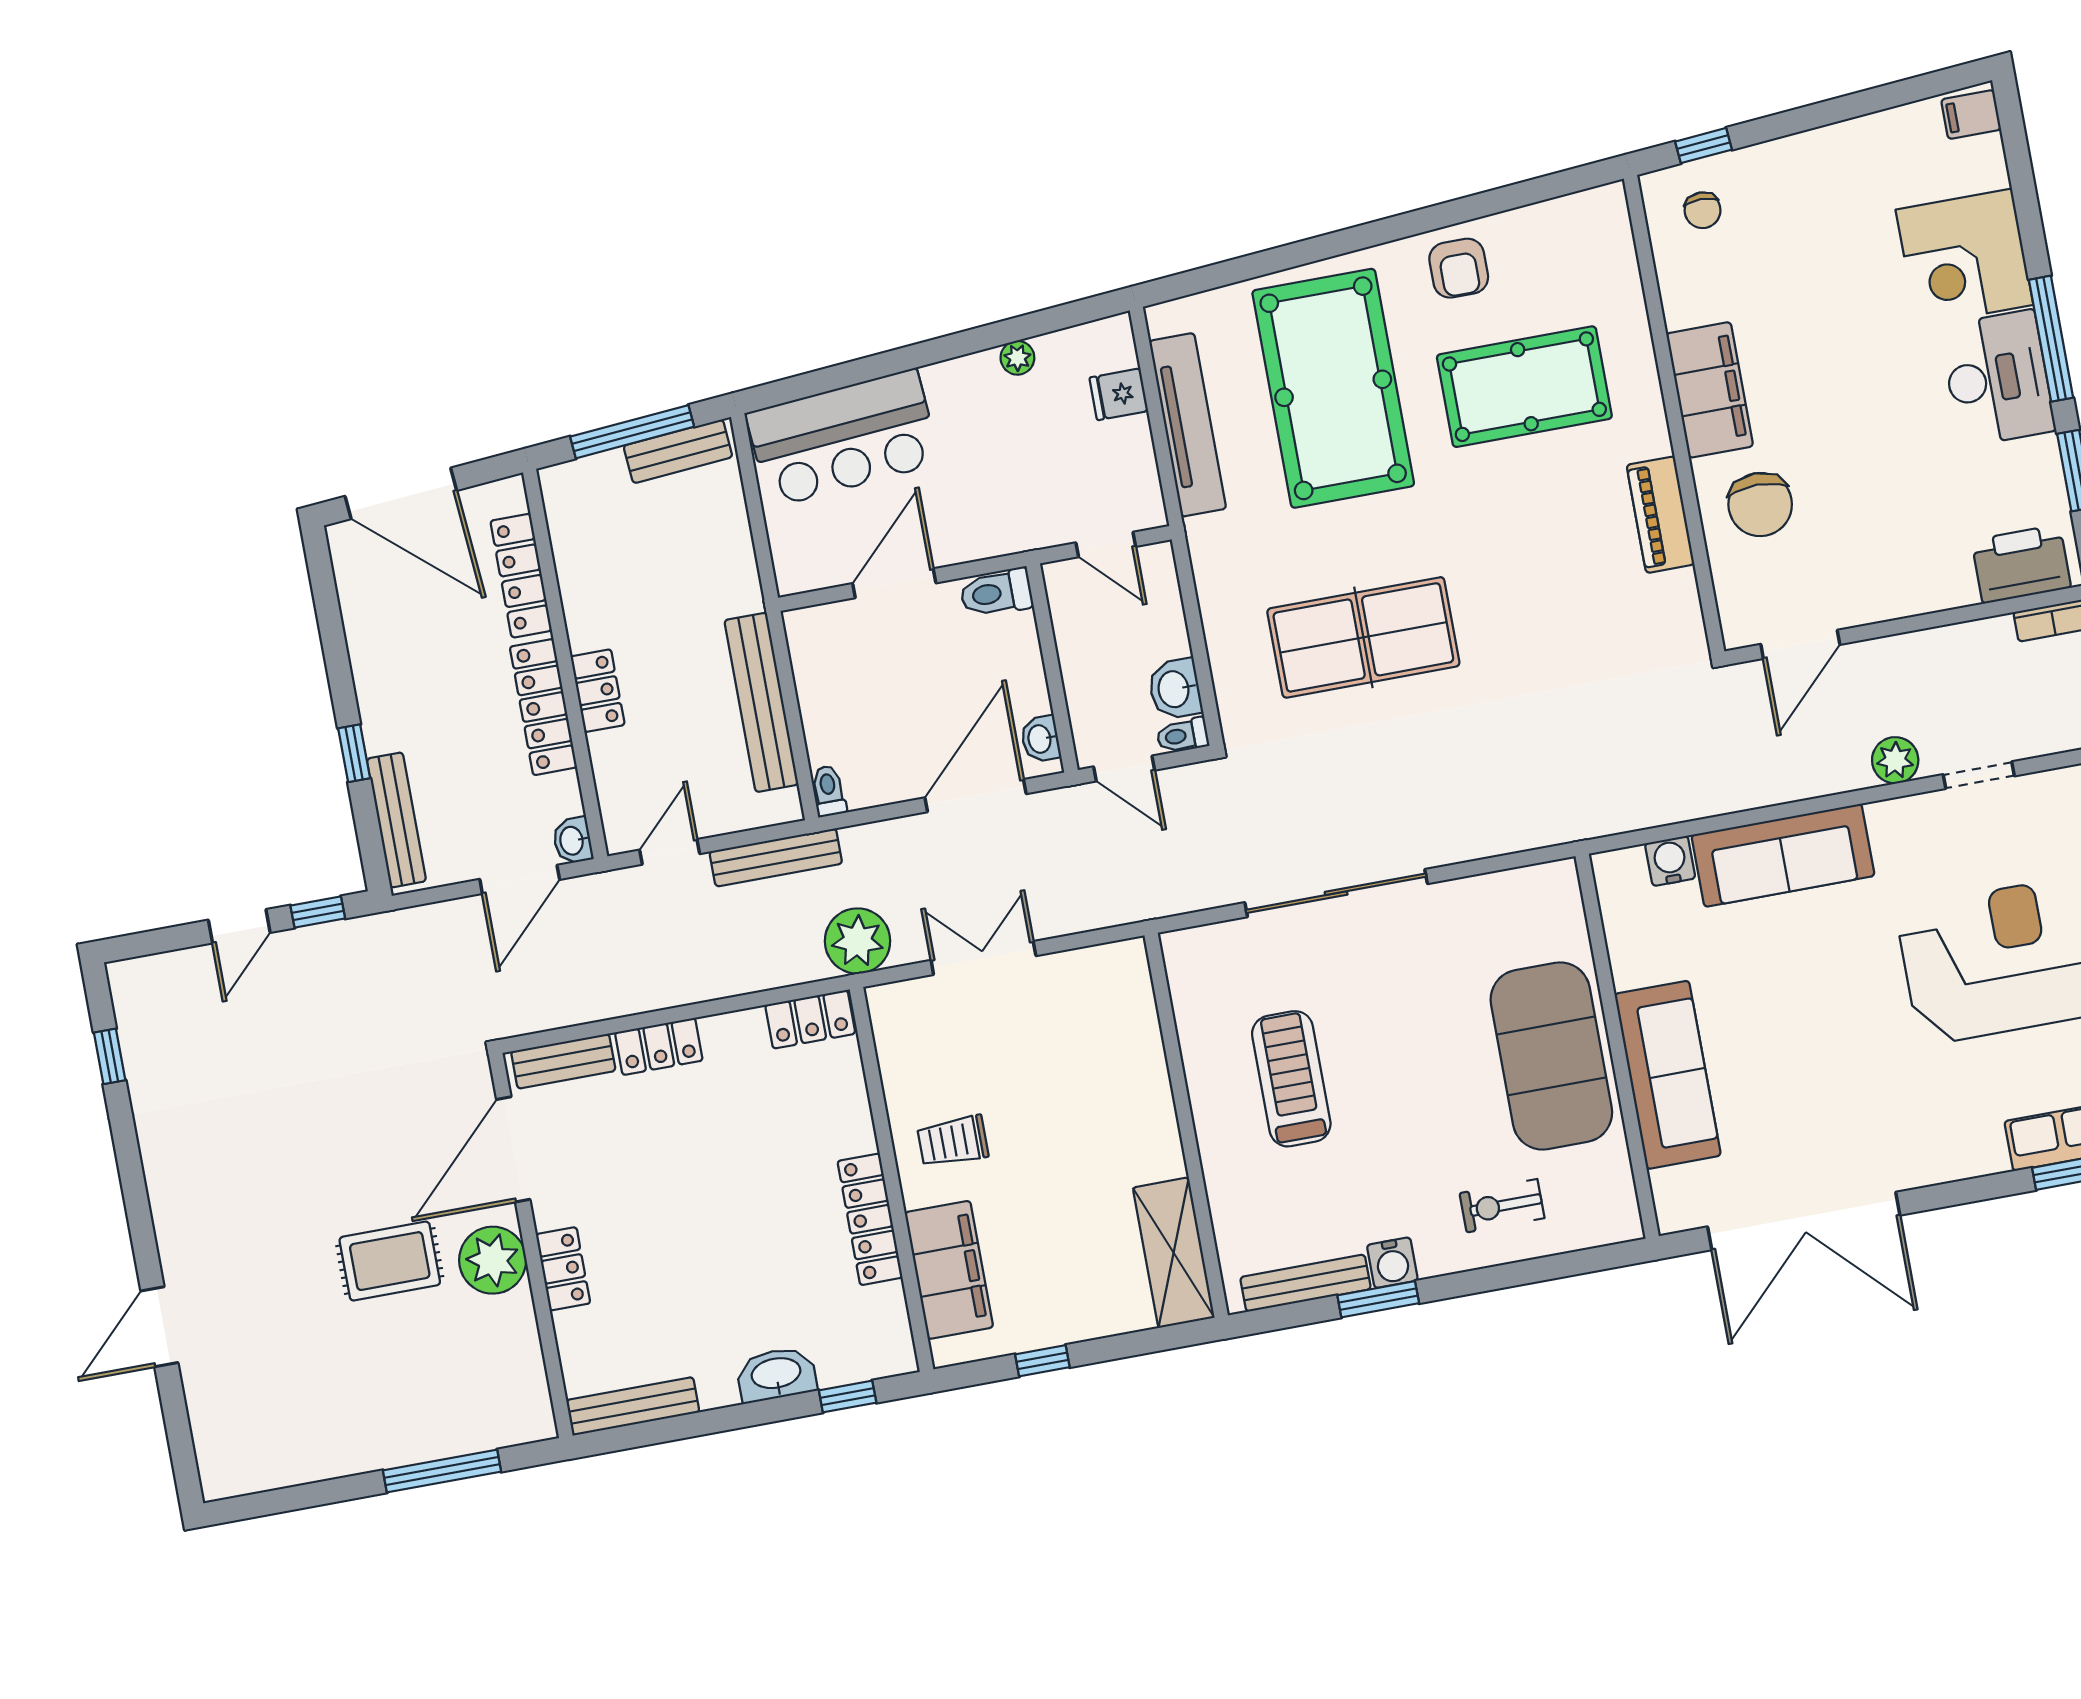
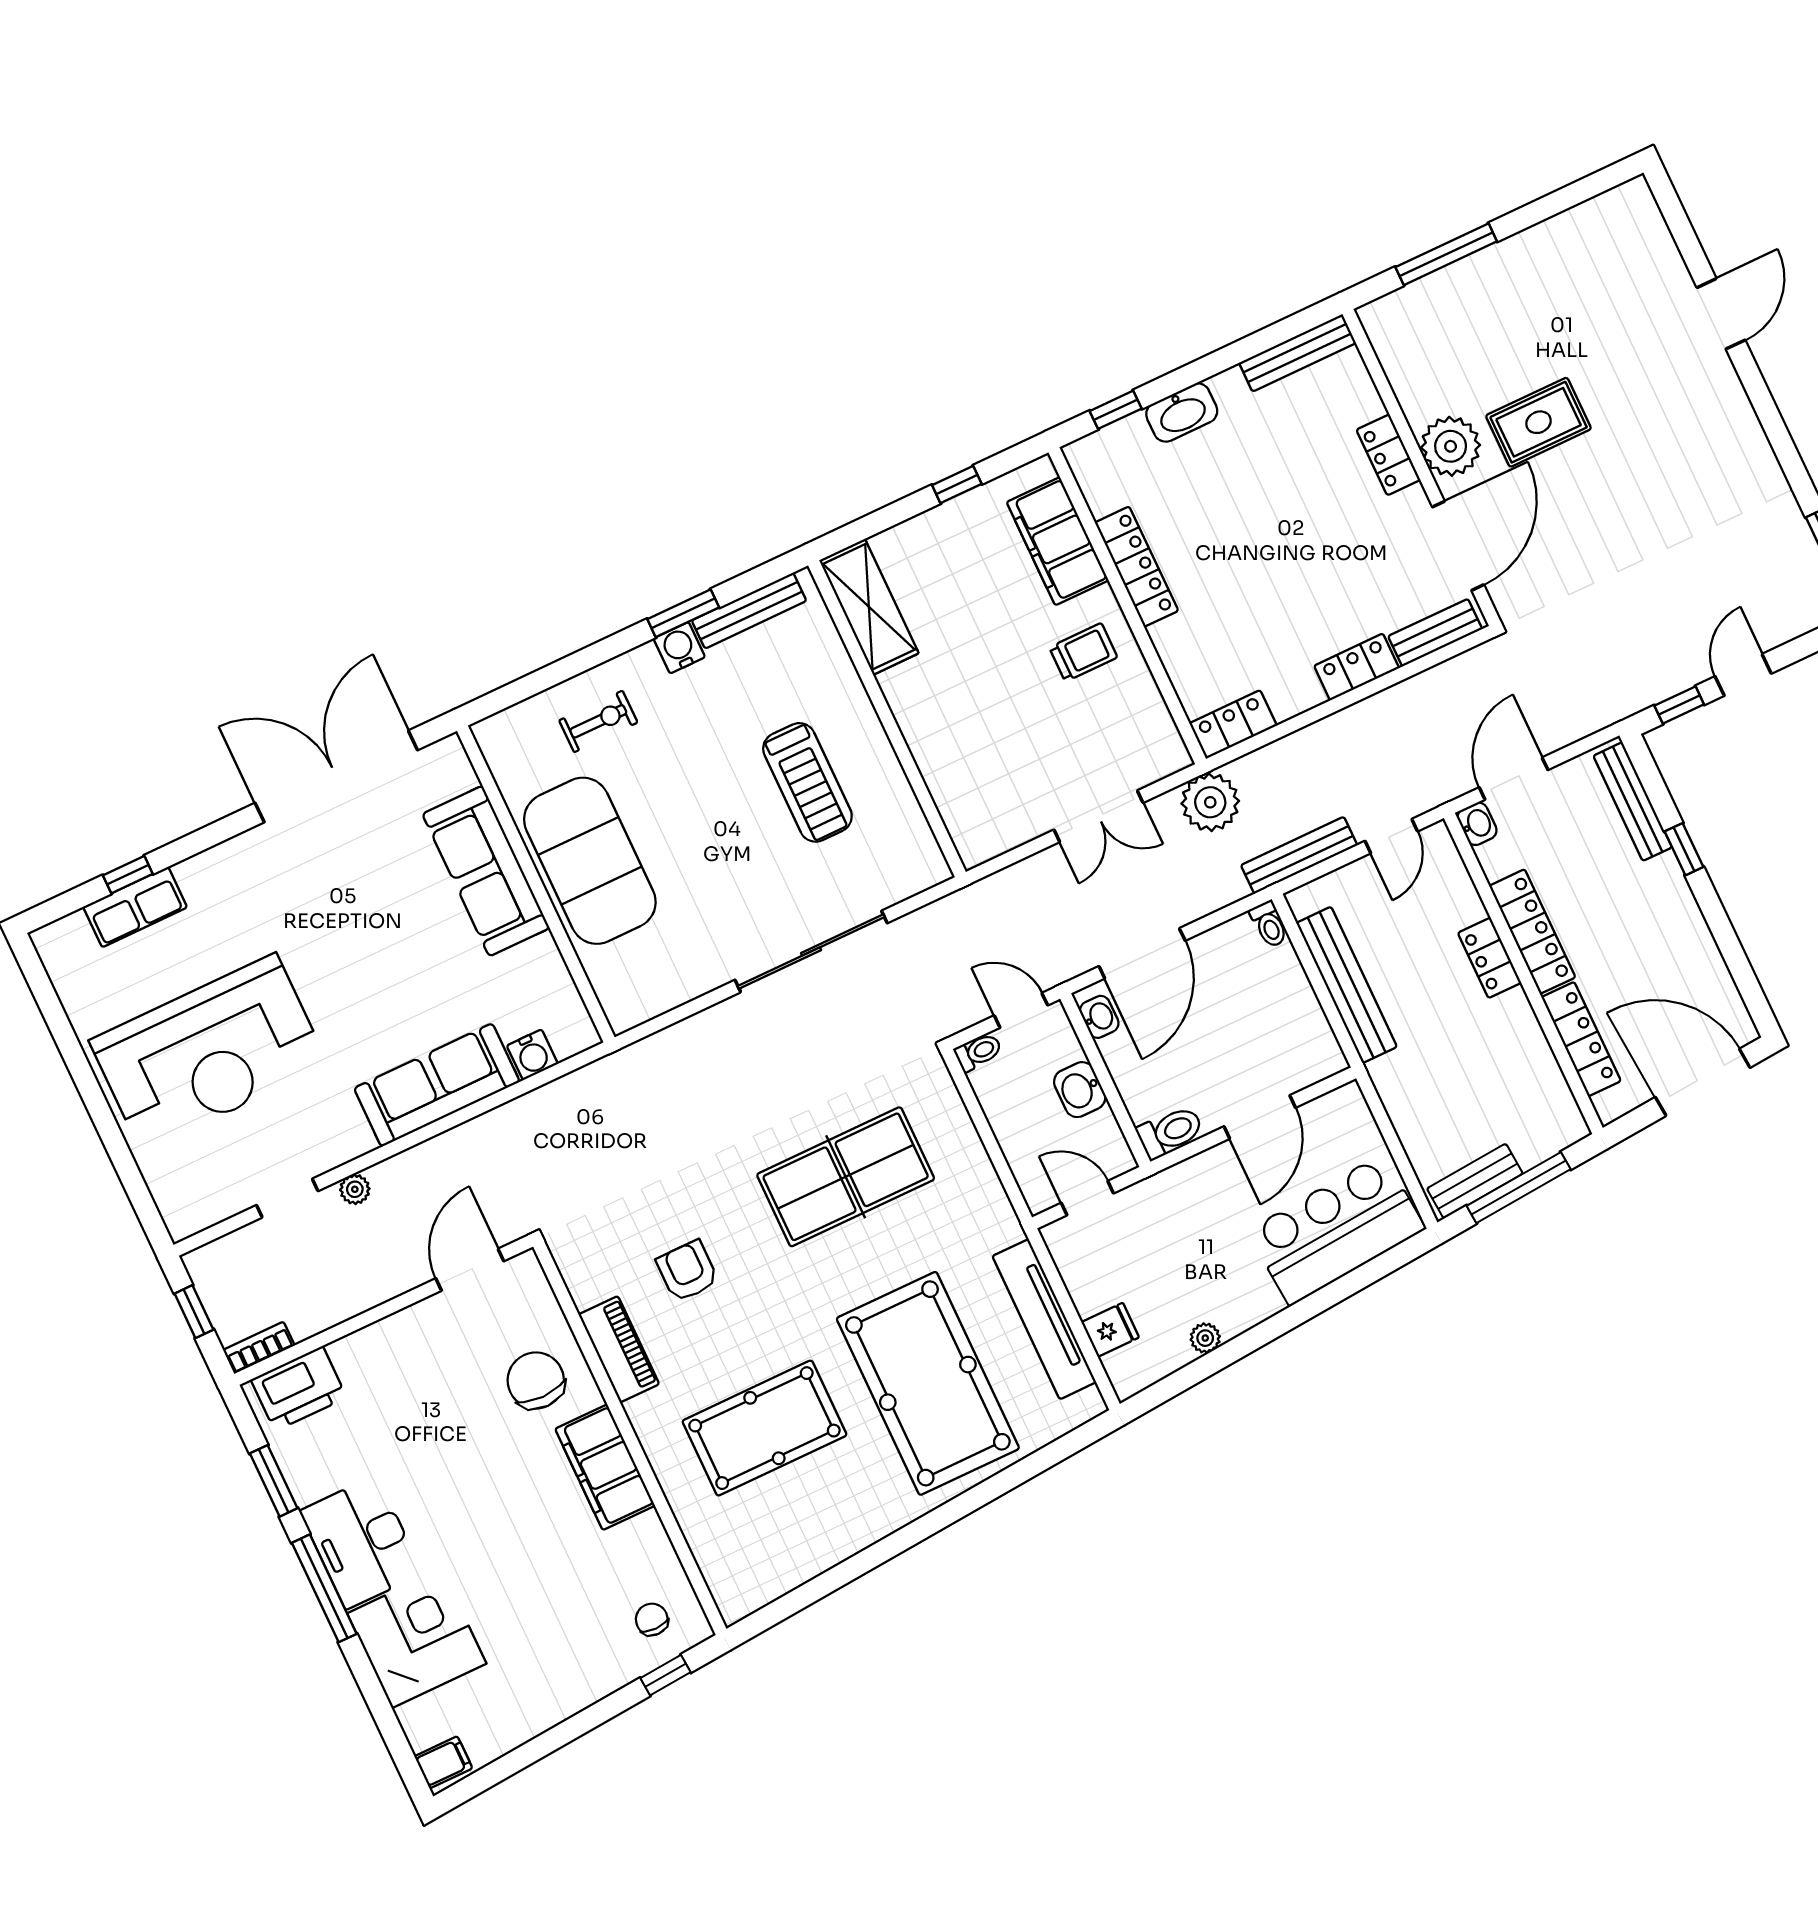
armchair: (1459, 268) -> (687, 1271), moved
washbasin: (1175, 689) -> (1080, 1090), moved, turned 180
plant: (1895, 760) -> (355, 1189), width x0.73, depth x0.73

